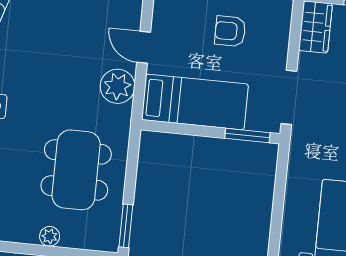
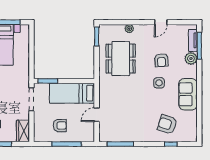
door: (144, 47) -> (97, 115), swing flipped
plant: (117, 86) -> (106, 97), removed

